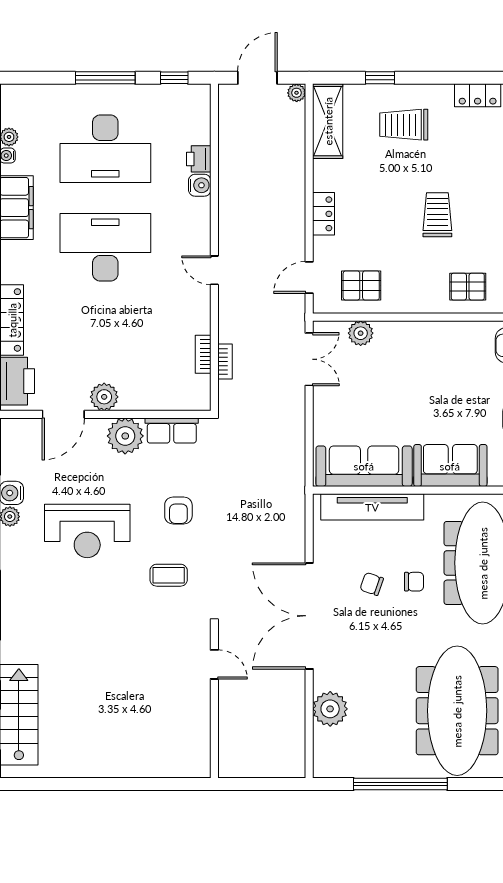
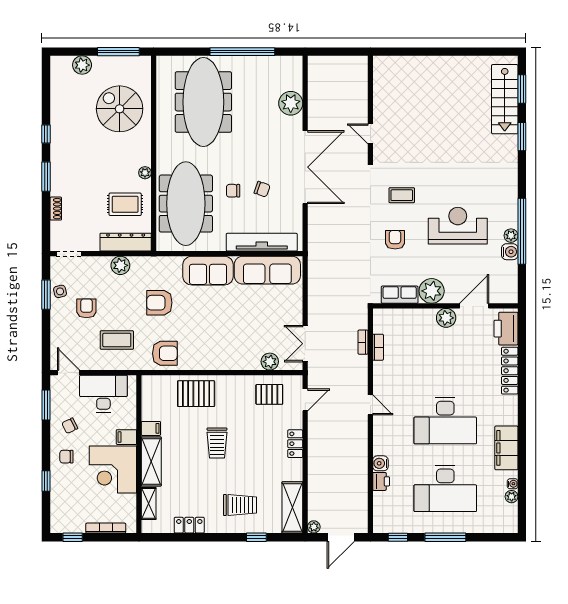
desk: (105, 149) -> (445, 488), turned 180
pallet: (468, 287) -> (196, 394), width x1.50, depth x1.42

